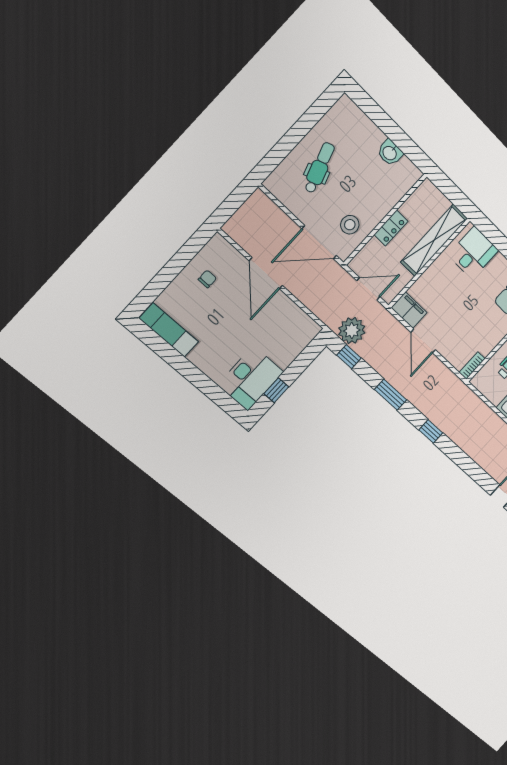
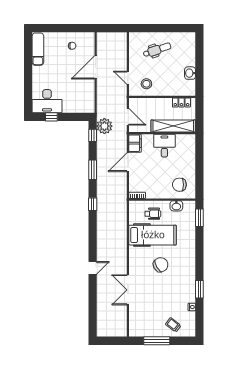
locker: (391, 228) -> (181, 102), moved
door: (319, 242) -> (128, 78), width x0.53
desk: (473, 253) -> (164, 146), moved, turned -90

